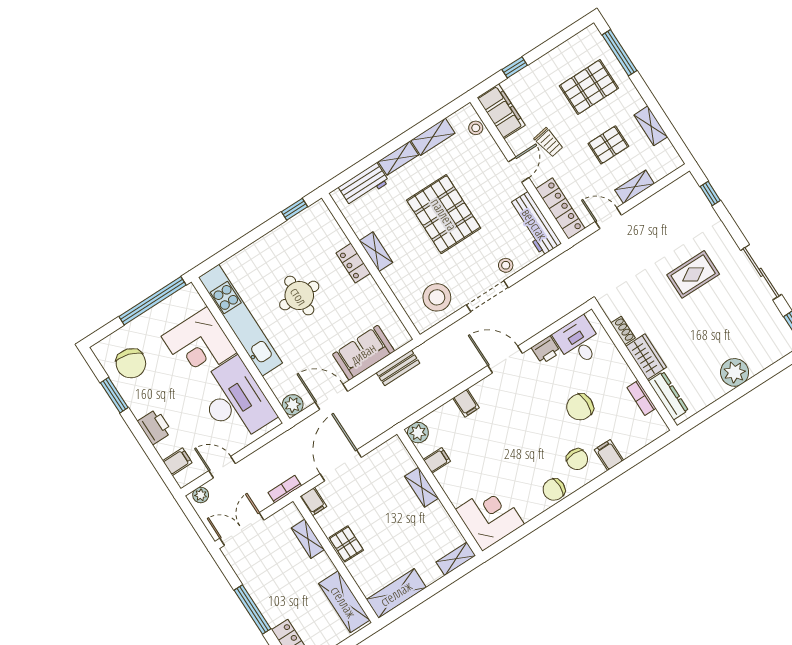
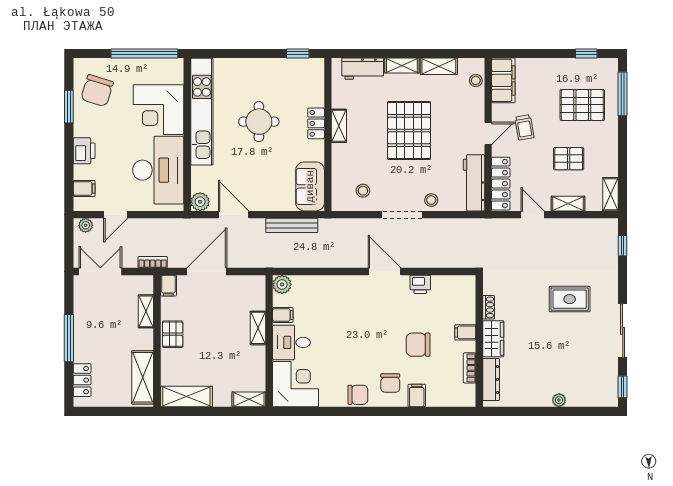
window: (515, 67) -> (586, 53), moved
shelving: (651, 126) -> (610, 194), moved
stool: (437, 297) -> (363, 191), width x0.53, depth x0.53
desk: (578, 341) -> (291, 342), moved, turned -90
sofa: (363, 353) -> (310, 186), moved, turned -90
bench: (398, 368) -> (292, 225), width x1.36
plant: (735, 372) -> (559, 400), width x0.53, depth x0.53
filing cabinet: (466, 403) -> (465, 332), moved, turned 90
door: (222, 467) -> (116, 215), swing flipped
chair: (554, 490) -> (358, 395), turned 180

